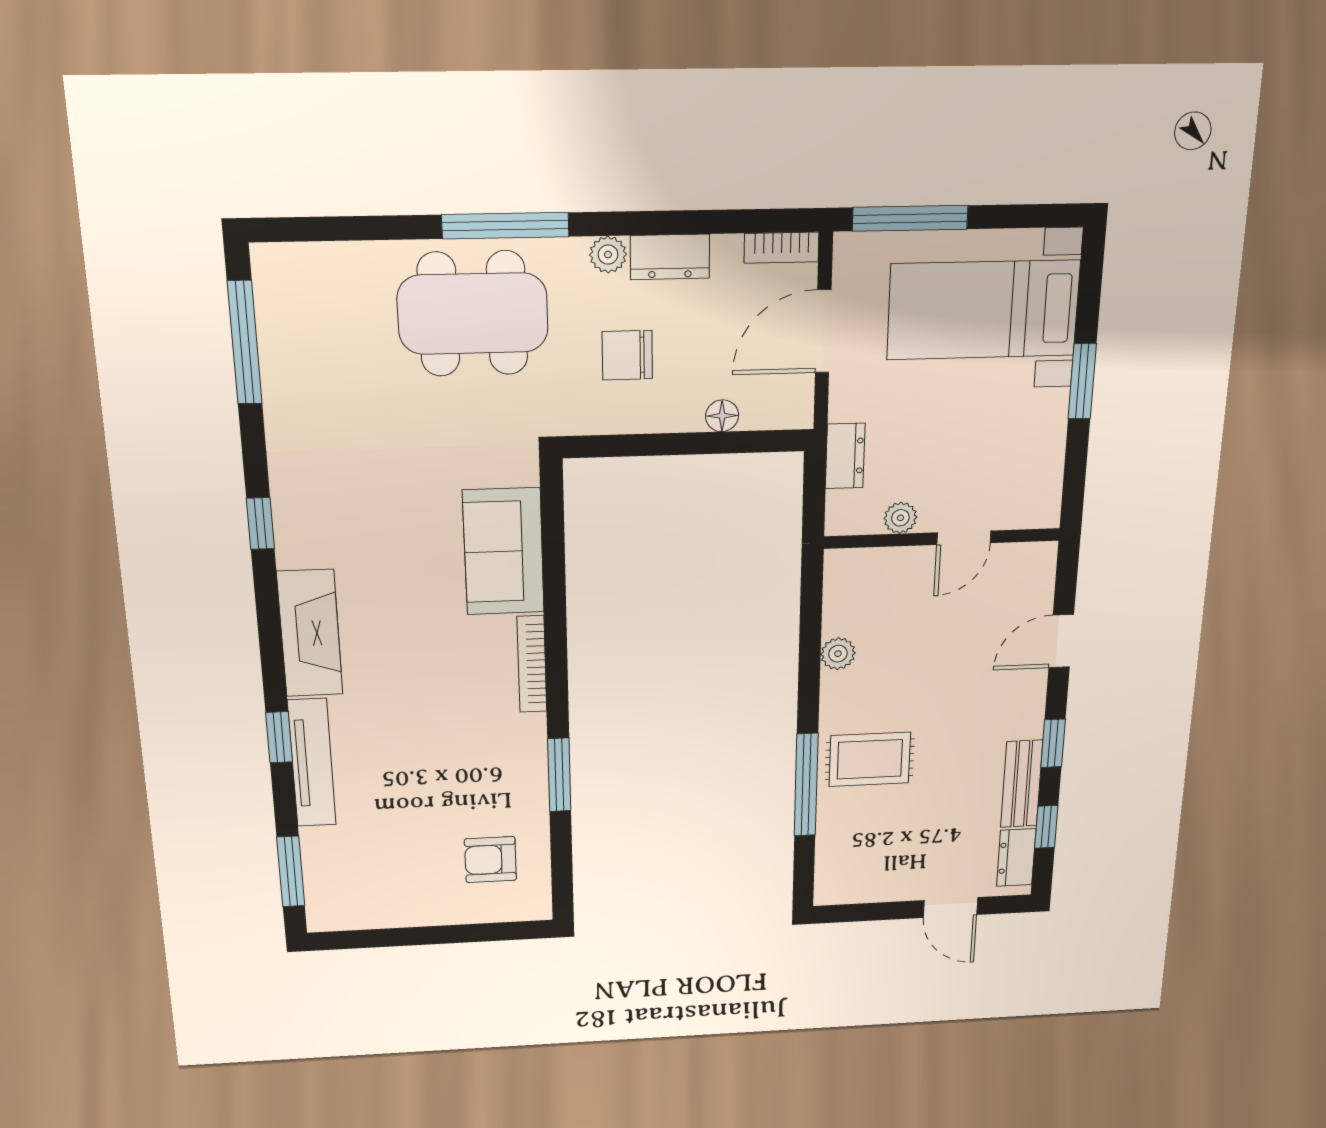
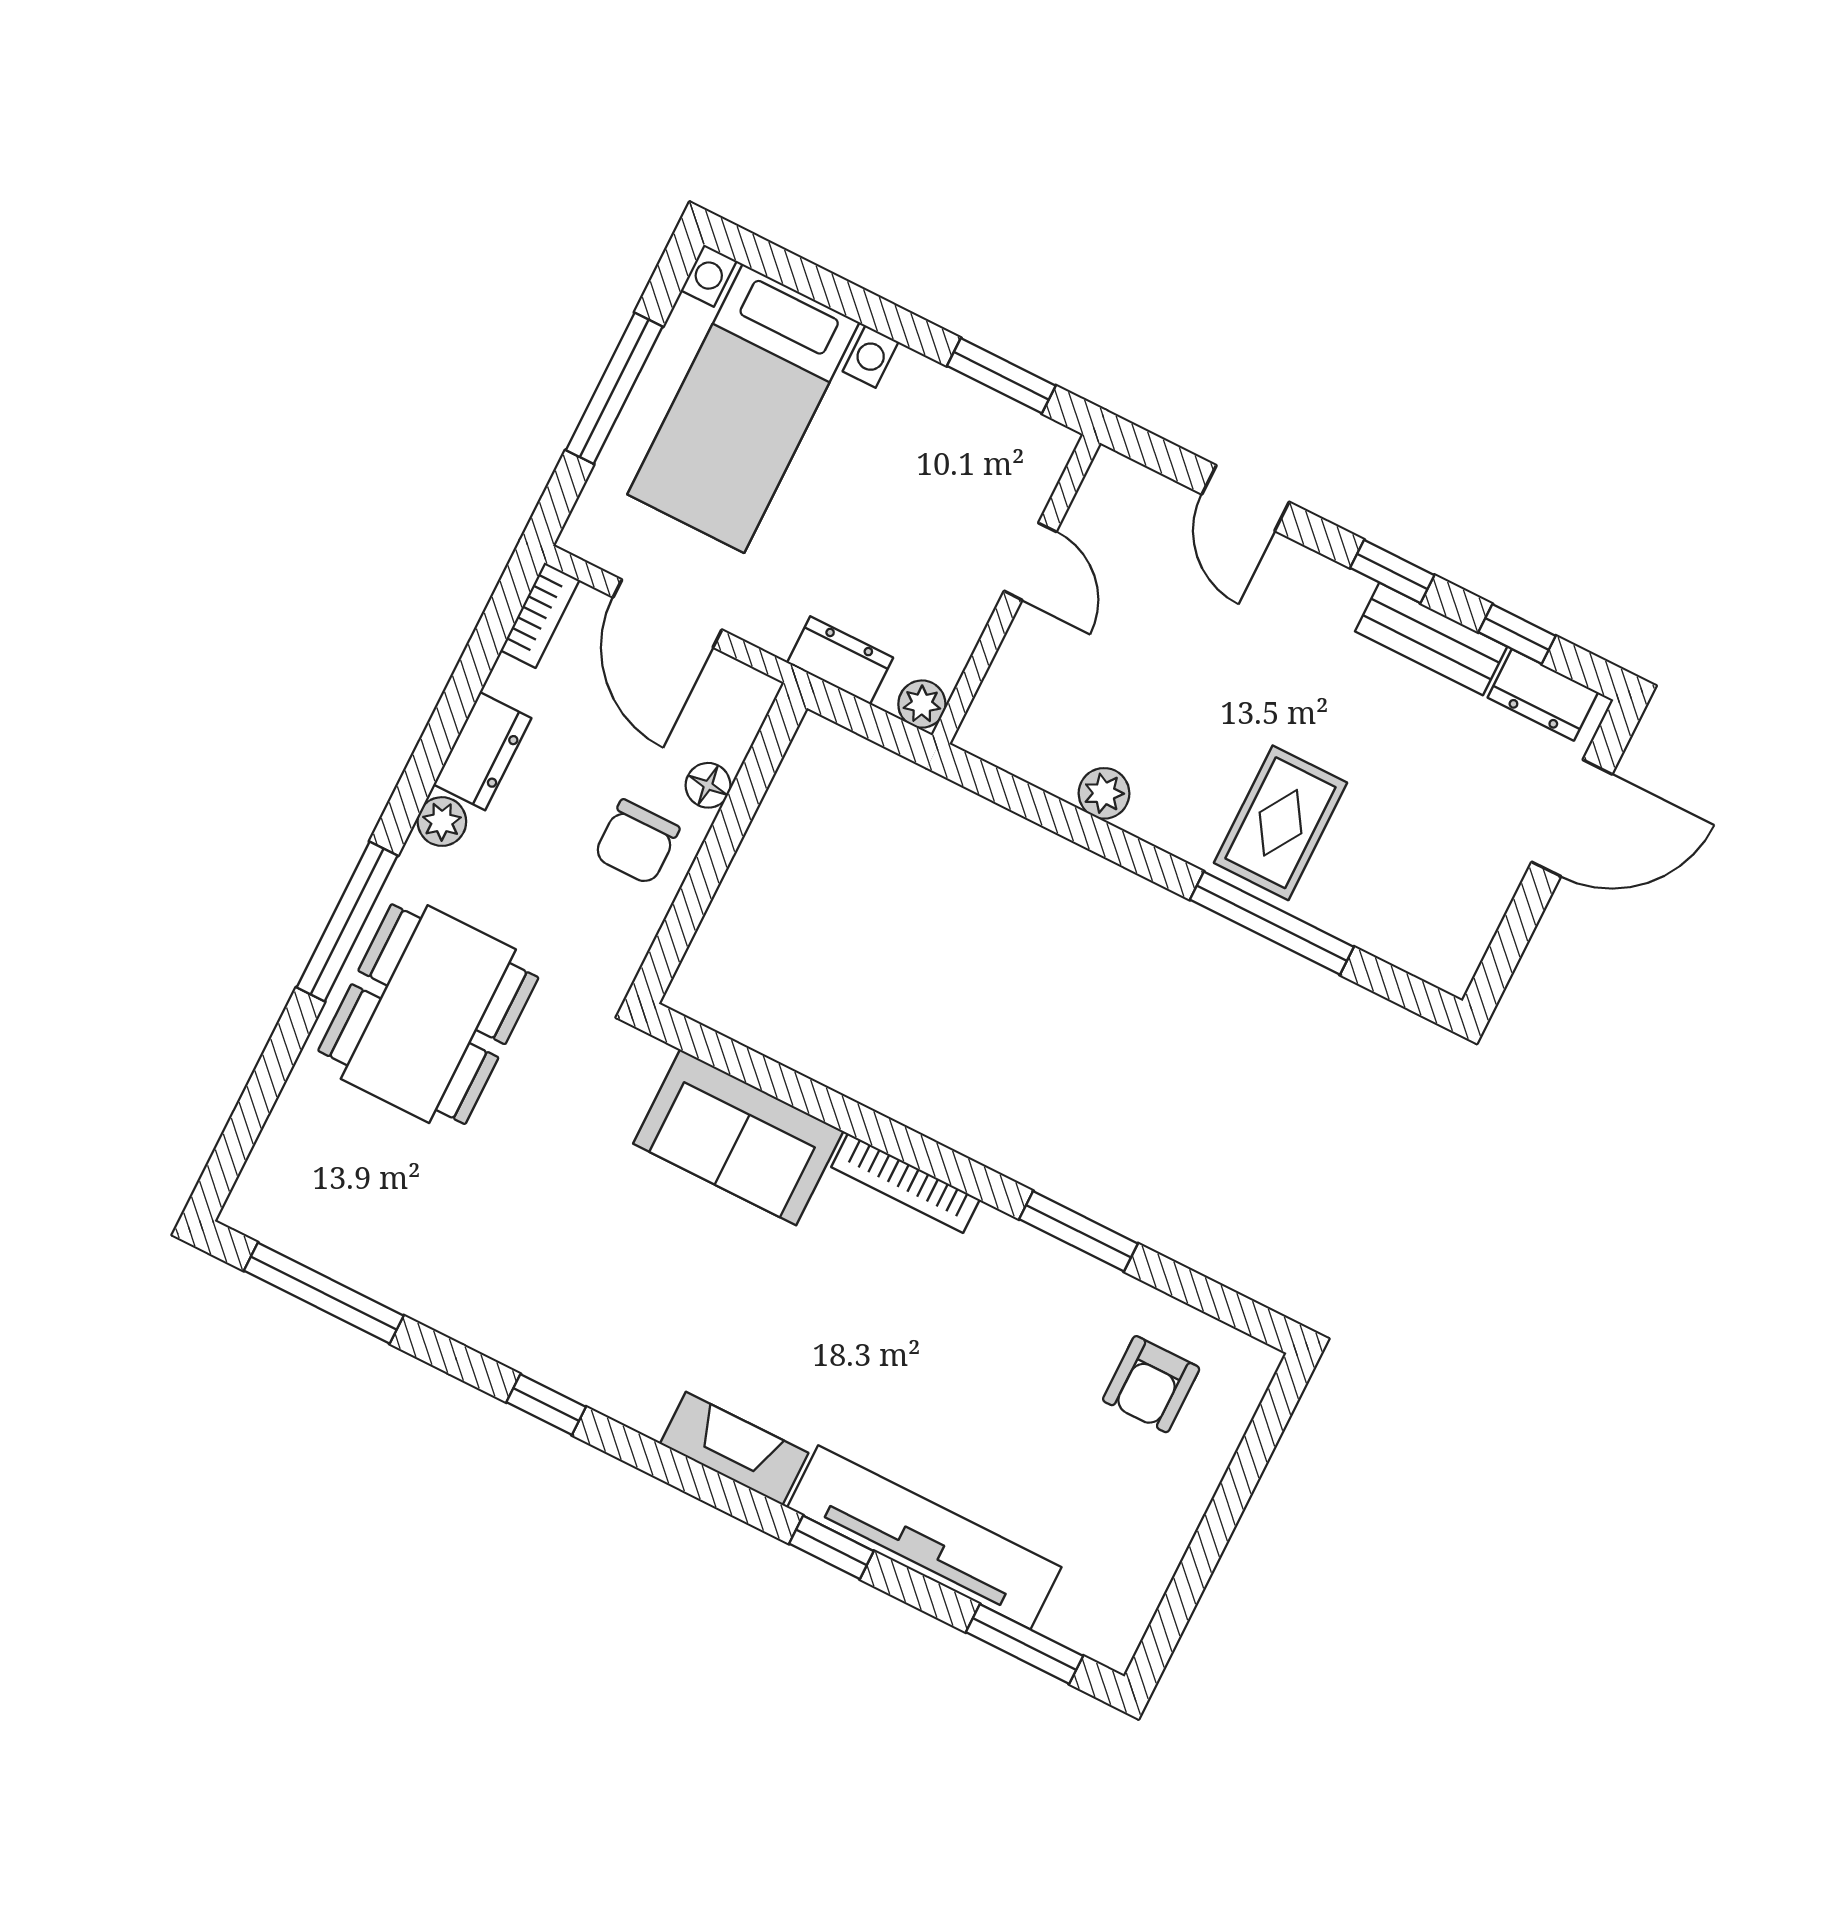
window: (910, 218) -> (614, 388), moved
chair: (627, 355) -> (637, 842), moved
window: (1082, 381) -> (1001, 376), moved
plant: (900, 518) -> (922, 704), moved
fireplace: (310, 633) -> (734, 1448), width x0.73, depth x0.76
tv unit: (312, 763) -> (924, 1537), width x1.36, depth x1.29
door: (950, 908) -> (1572, 818), width x1.38

